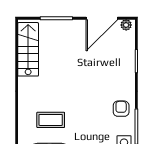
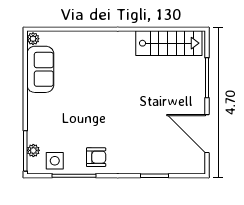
plant: (126, 25) -> (199, 163), removed
coffee table: (51, 120) -> (82, 71), removed

